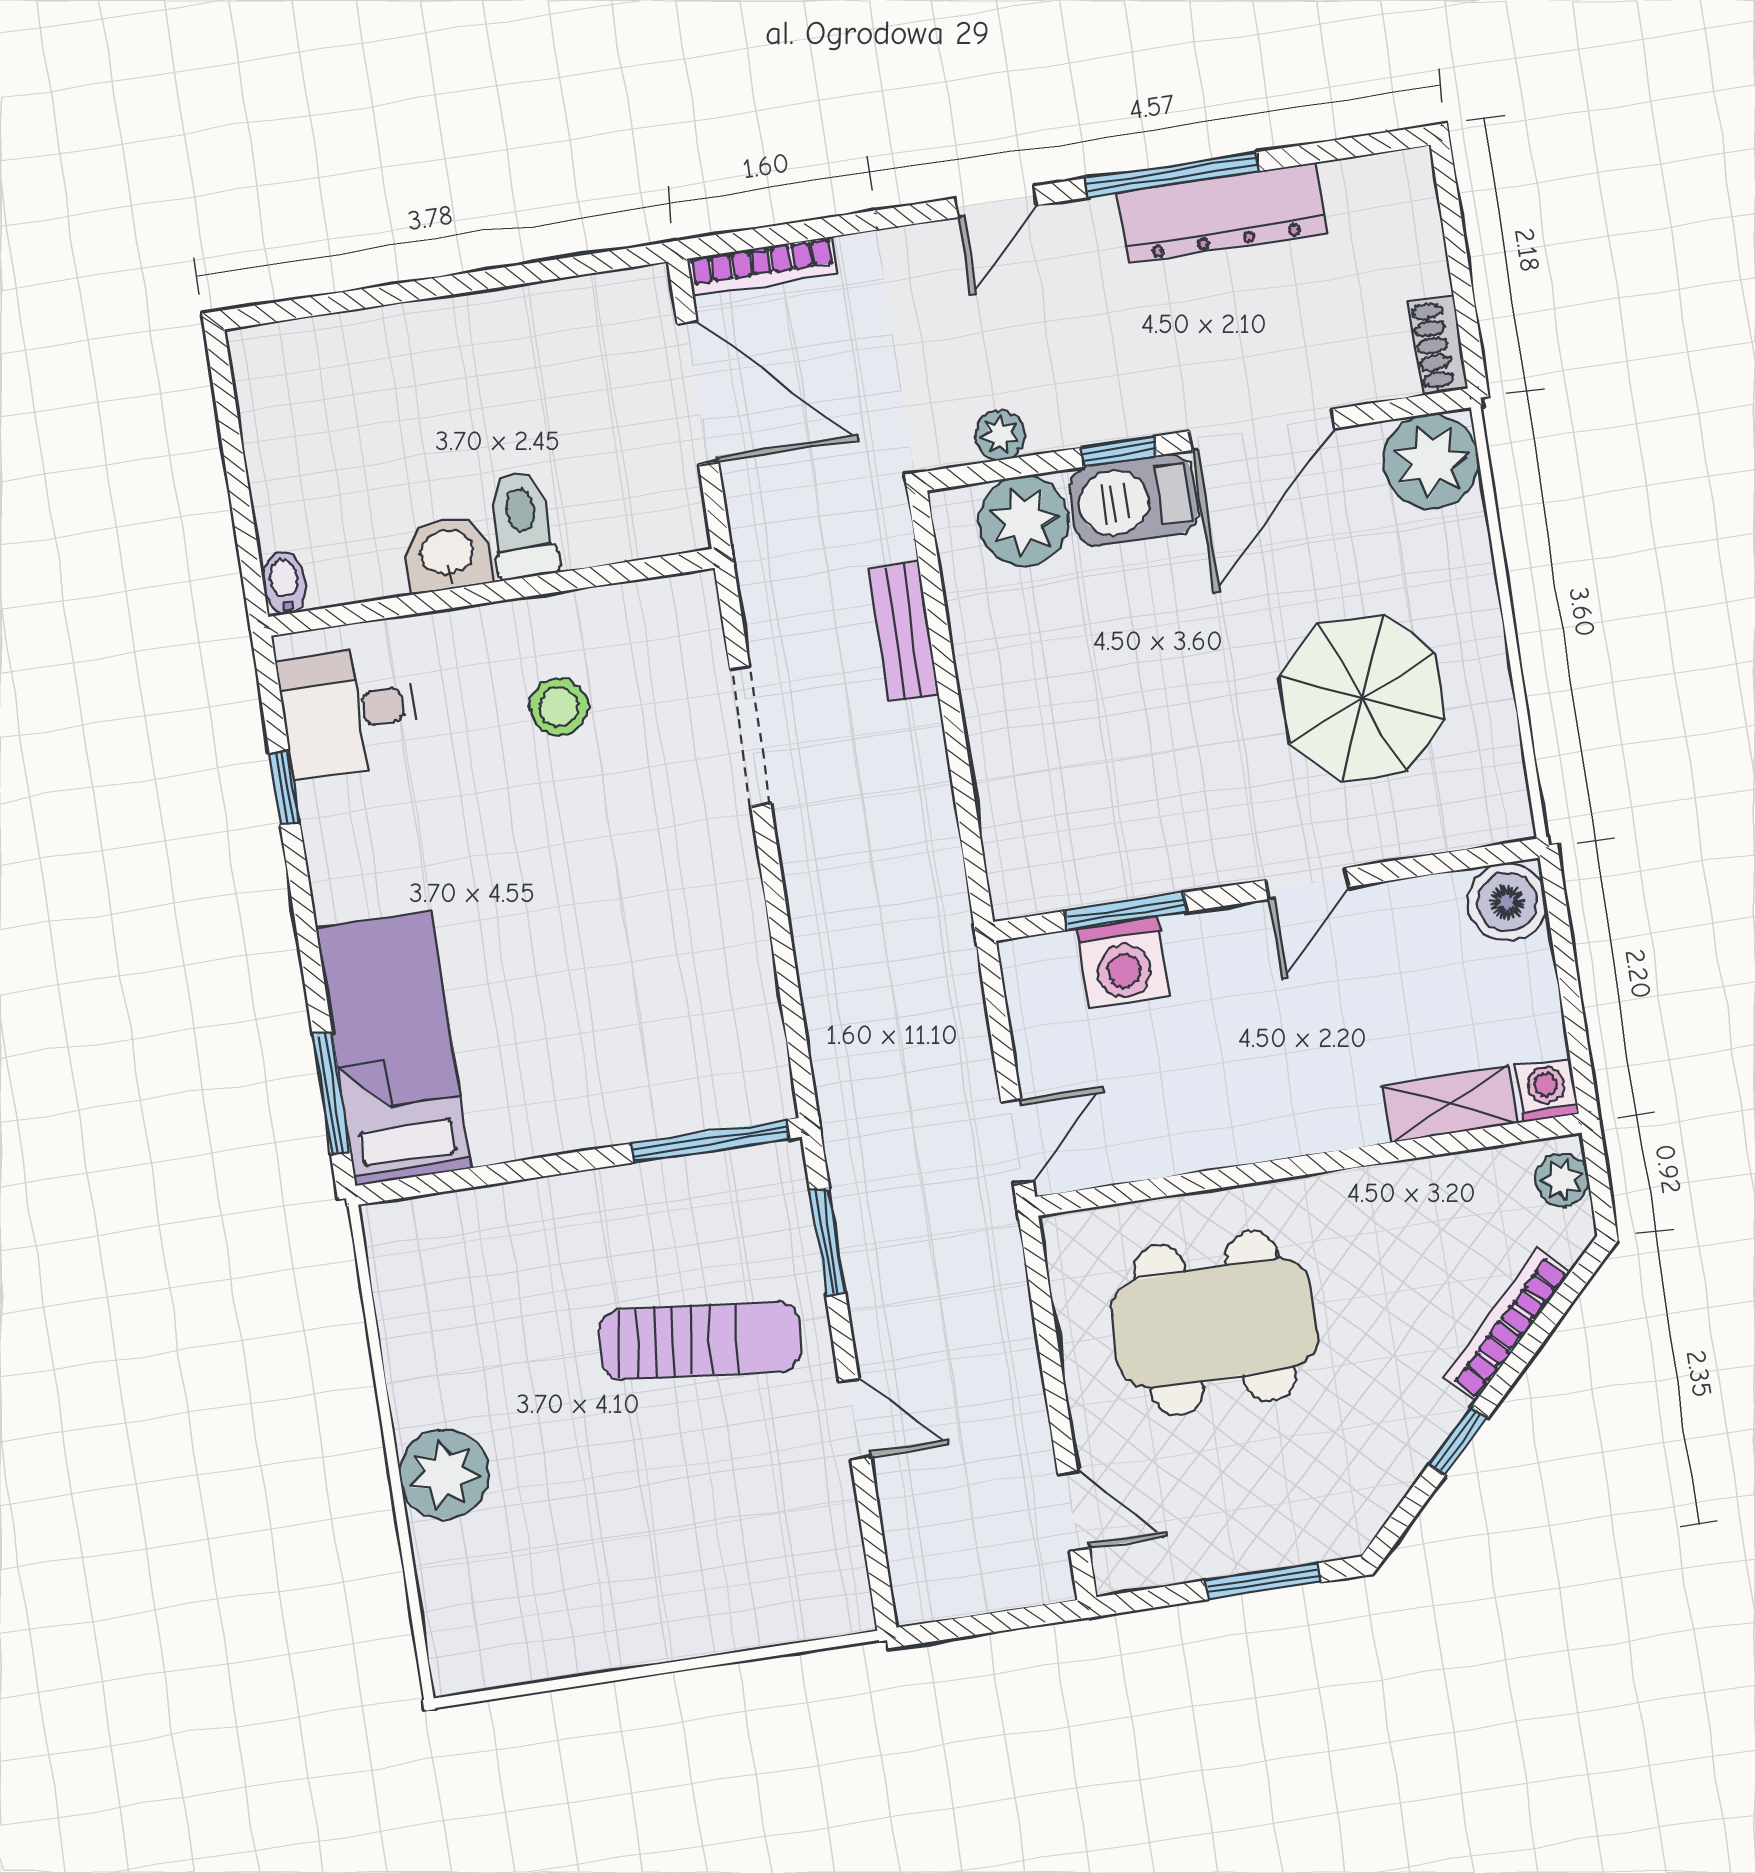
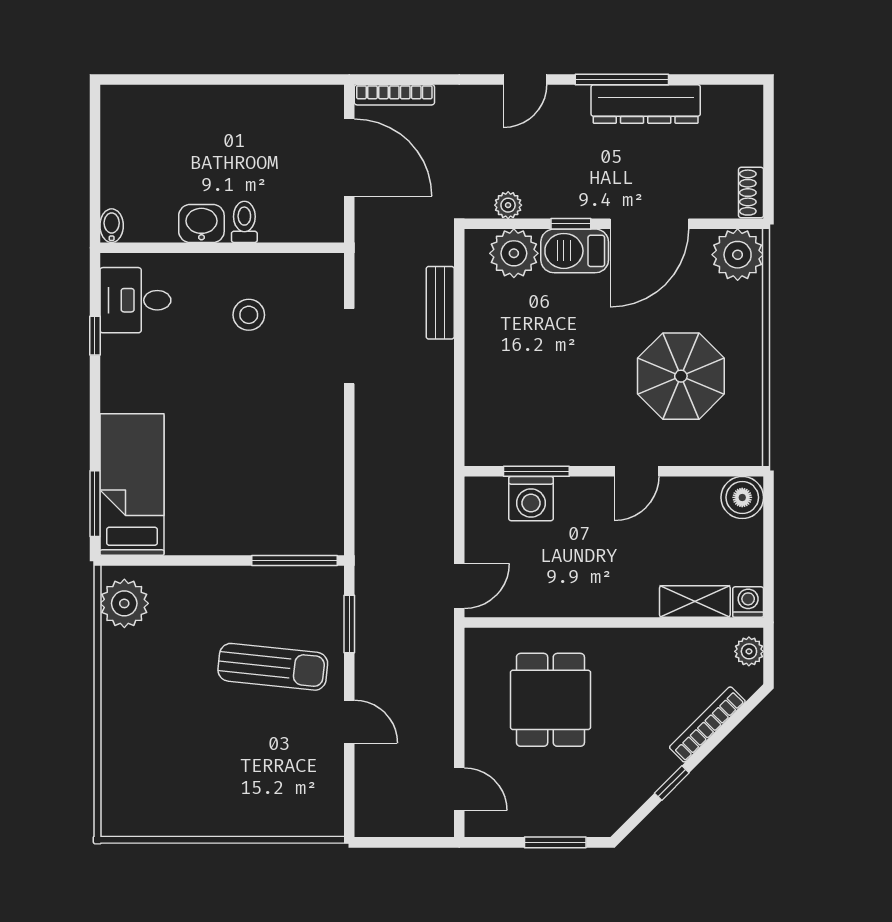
toilet: (523, 525) -> (244, 222), width x0.73, depth x0.72
dining table: (1215, 1323) -> (550, 700), width x0.73
plant: (444, 1474) -> (124, 603), moved

